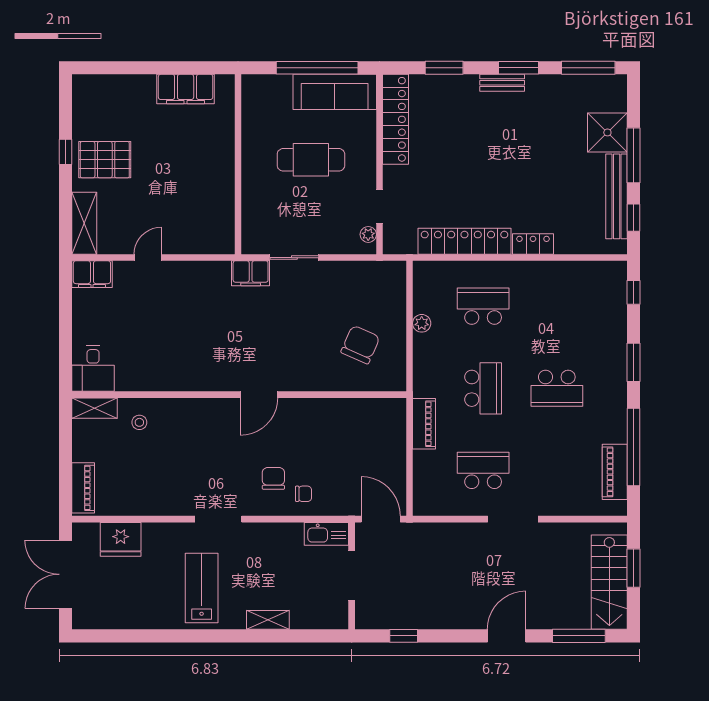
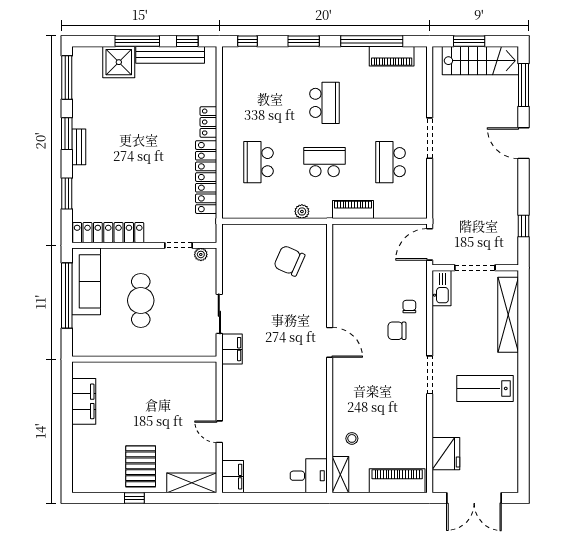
plant: (422, 323) -> (302, 211), moved
piano: (83, 488) -> (397, 481), width x1.37, depth x1.33
shelving: (268, 620) -> (508, 315), width x2.20, depth x1.33

